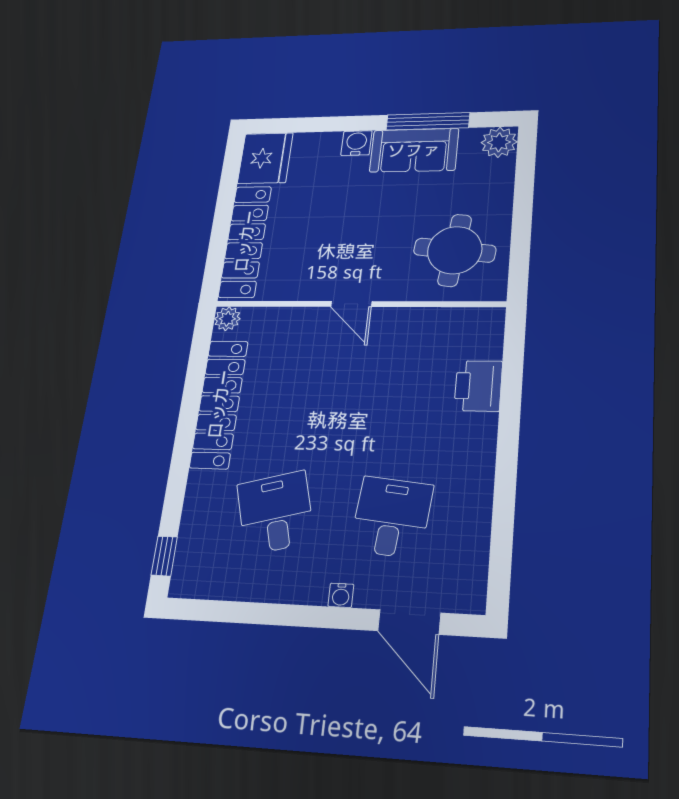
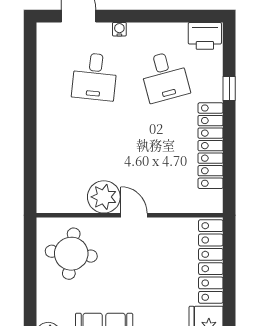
plant: (227, 319) -> (104, 197), moved, width x1.88, depth x1.88
printer: (478, 386) -> (205, 36), moved, turned 90
window: (164, 556) -> (229, 88), moved

